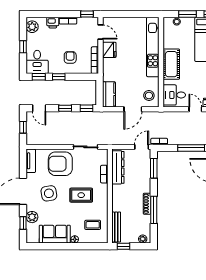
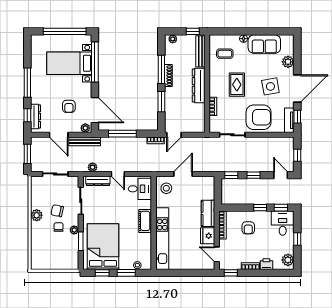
cot: (171, 64) -> (145, 221), width x0.73, depth x0.75
kitchen counter: (109, 94) -> (208, 213), moved
dresser: (118, 167) -> (199, 85), moved
window: (154, 168) -> (161, 102), moved
rug: (81, 195) -> (237, 85), turned 90
window: (23, 223) -> (297, 117), moved

